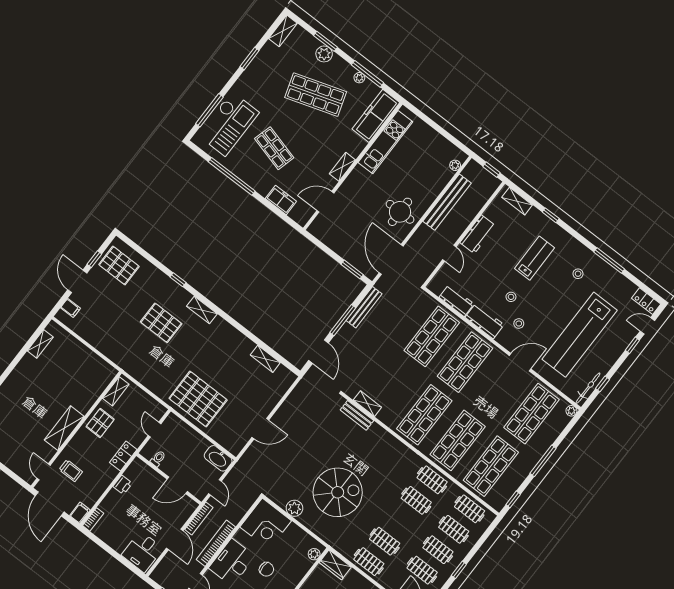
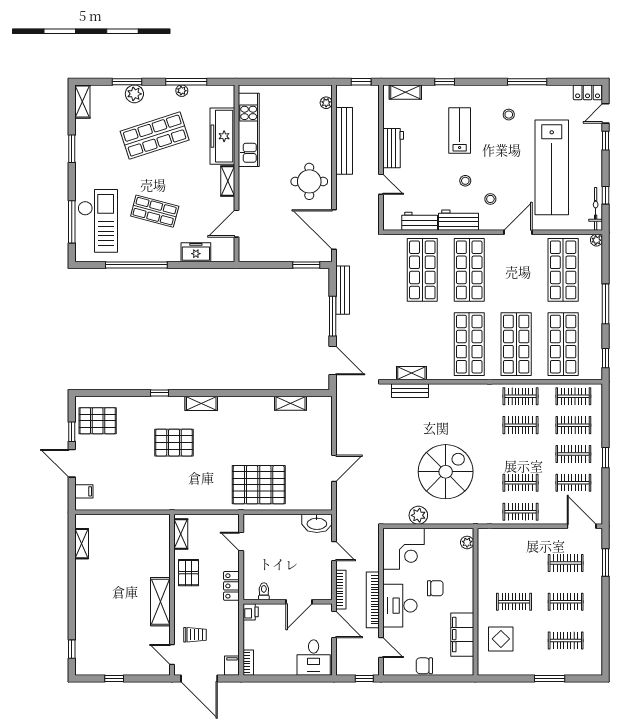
freezer: (376, 116) -> (222, 136), moved
toilet: (158, 459) -> (264, 591), moved
wall: (169, 479) -> (288, 602), moved
door: (177, 485) -> (299, 602), moved
wardrobe: (335, 565) -> (493, 537), removed

